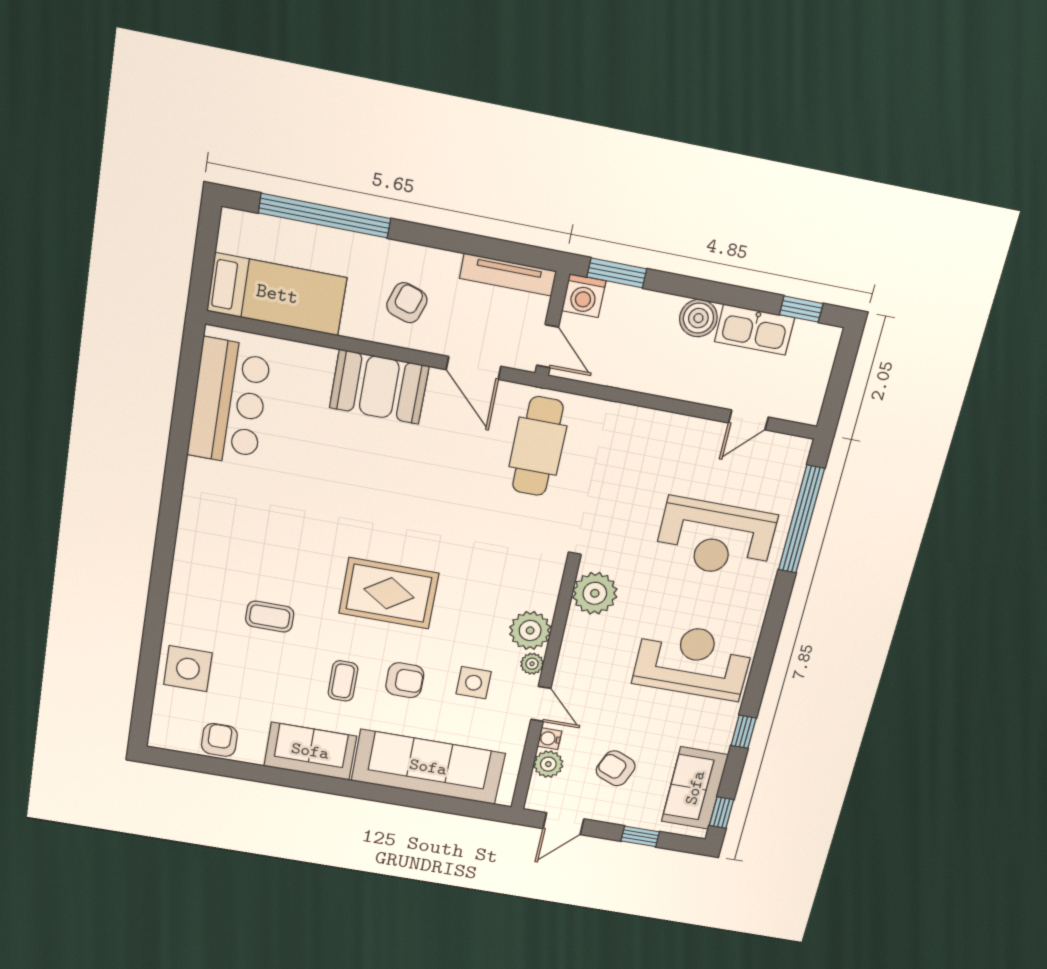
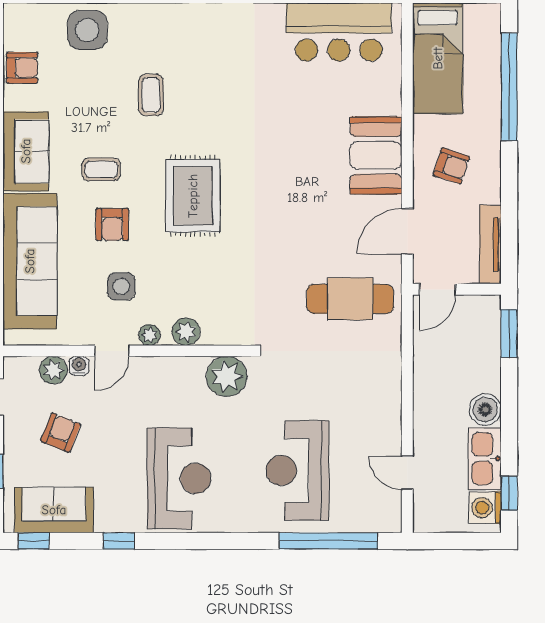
washing machine: (584, 296) -> (485, 508), moved
plant: (530, 630) -> (186, 332), width x0.73, depth x0.73

